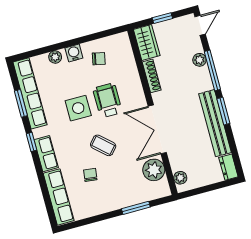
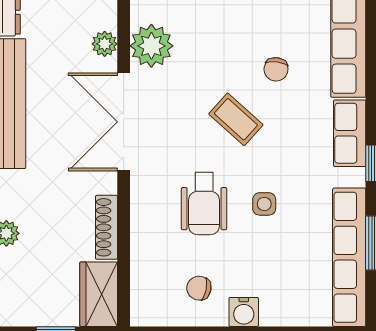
plant: (55, 57) -> (282, 314), removed
side table: (78, 108) -> (264, 204), width x0.54, depth x0.54
double door: (157, 129) -> (124, 122), swing flipped
plant: (180, 178) -> (105, 44), moved

